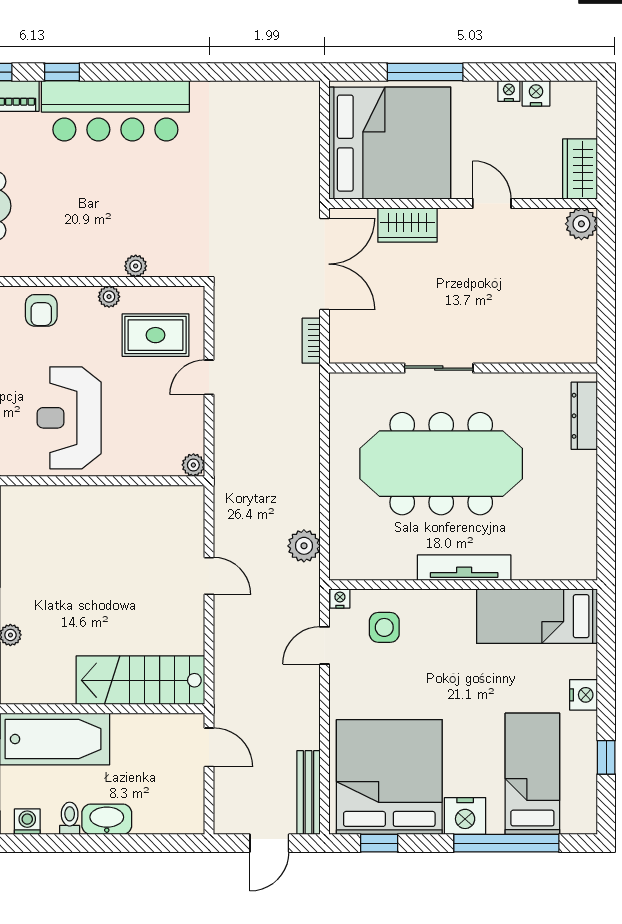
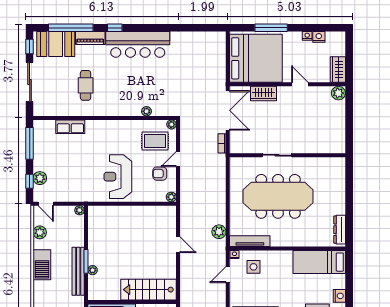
plant: (109, 297) -> (172, 124), moved
armchair: (41, 310) -> (160, 174), moved, turned 90
dresser: (584, 416) -> (340, 230), moved
tv unit: (464, 568) -> (250, 241), moved

